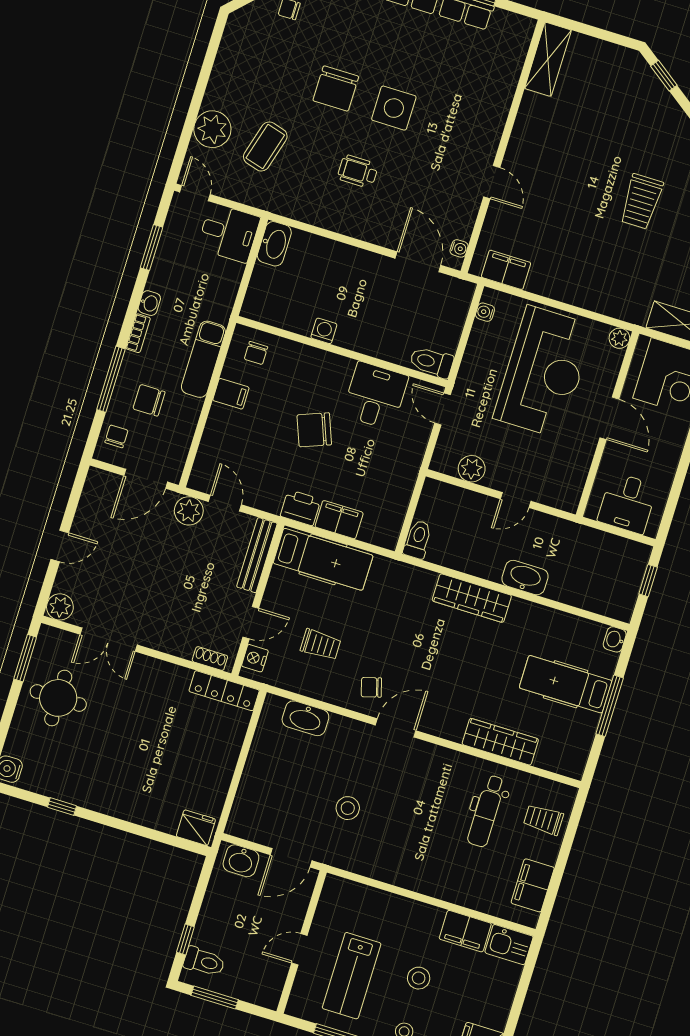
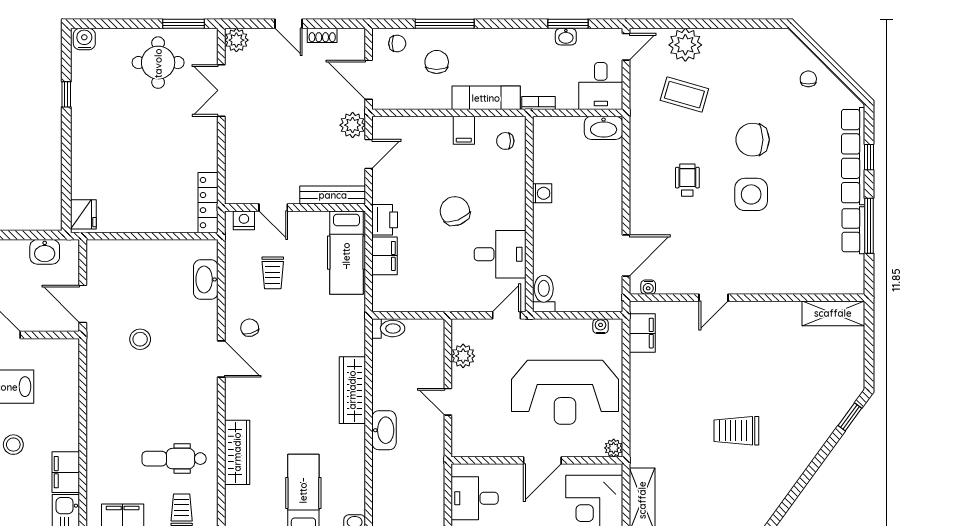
washbasin: (149, 303) -> (566, 37), moved
bookcase: (138, 333) -> (538, 103), moved, turned 180
shoe rack: (210, 659) -> (322, 35), moved, turned 90
washbasin: (241, 861) -> (45, 252), moved, turned -90

